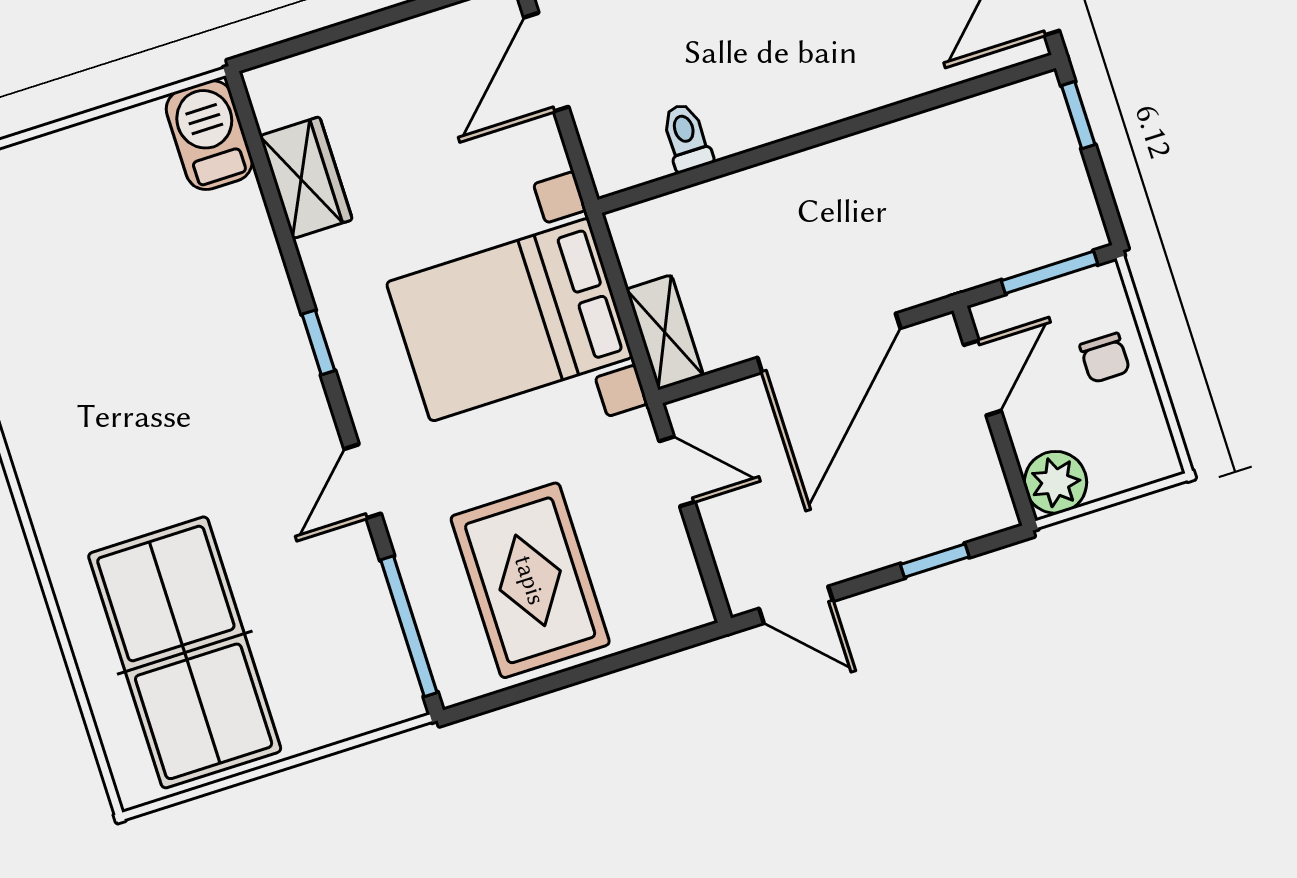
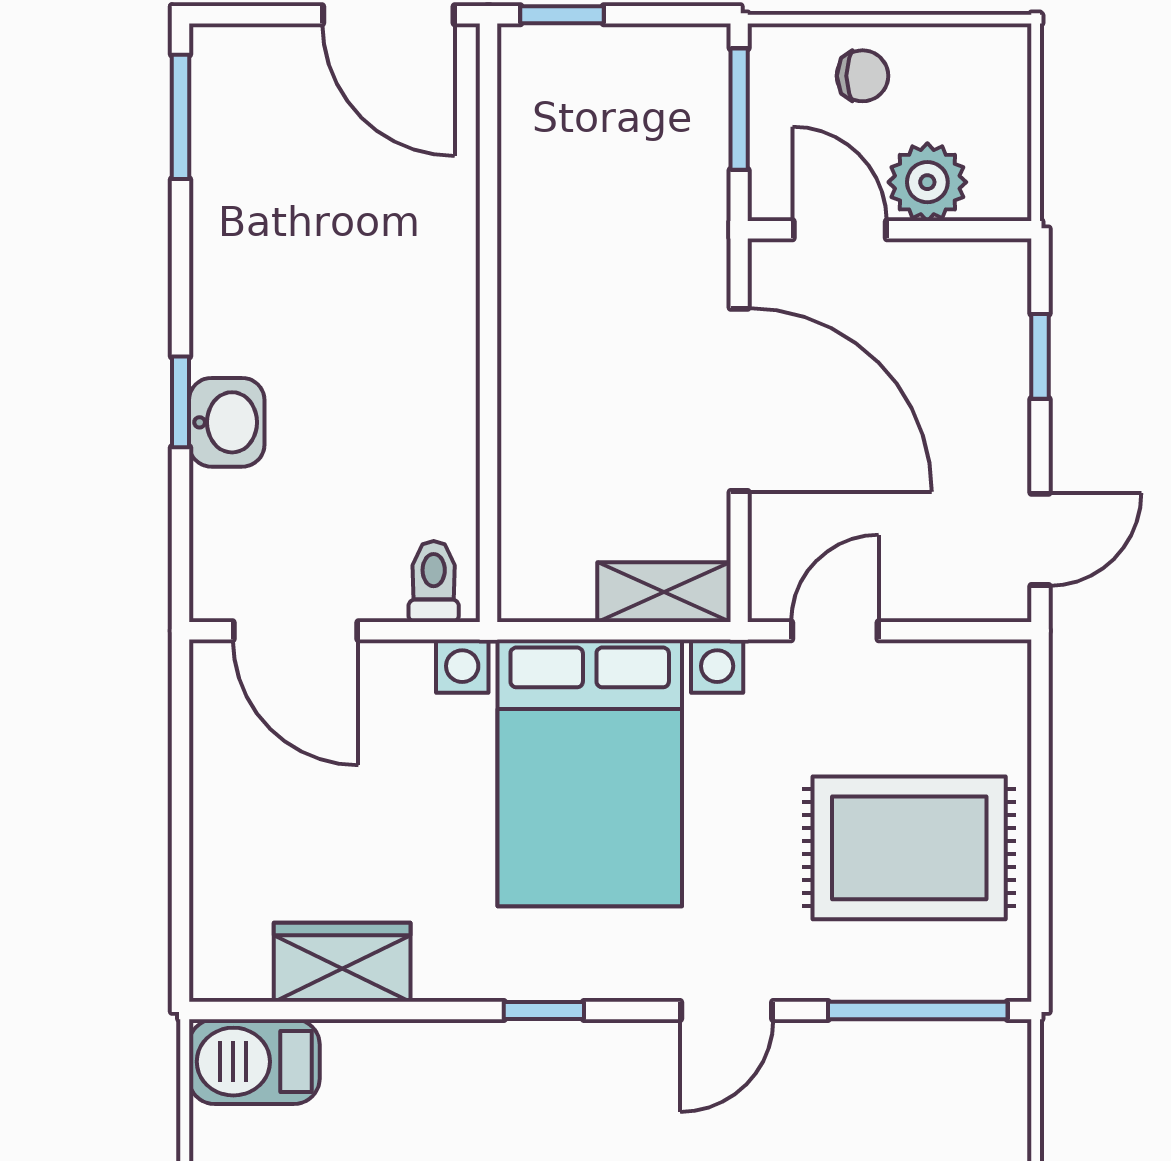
toilet: (686, 137) -> (434, 581), moved, turned 90
door: (363, 481) -> (727, 1010), hinge flipped
plant: (1055, 482) -> (927, 182), moved

